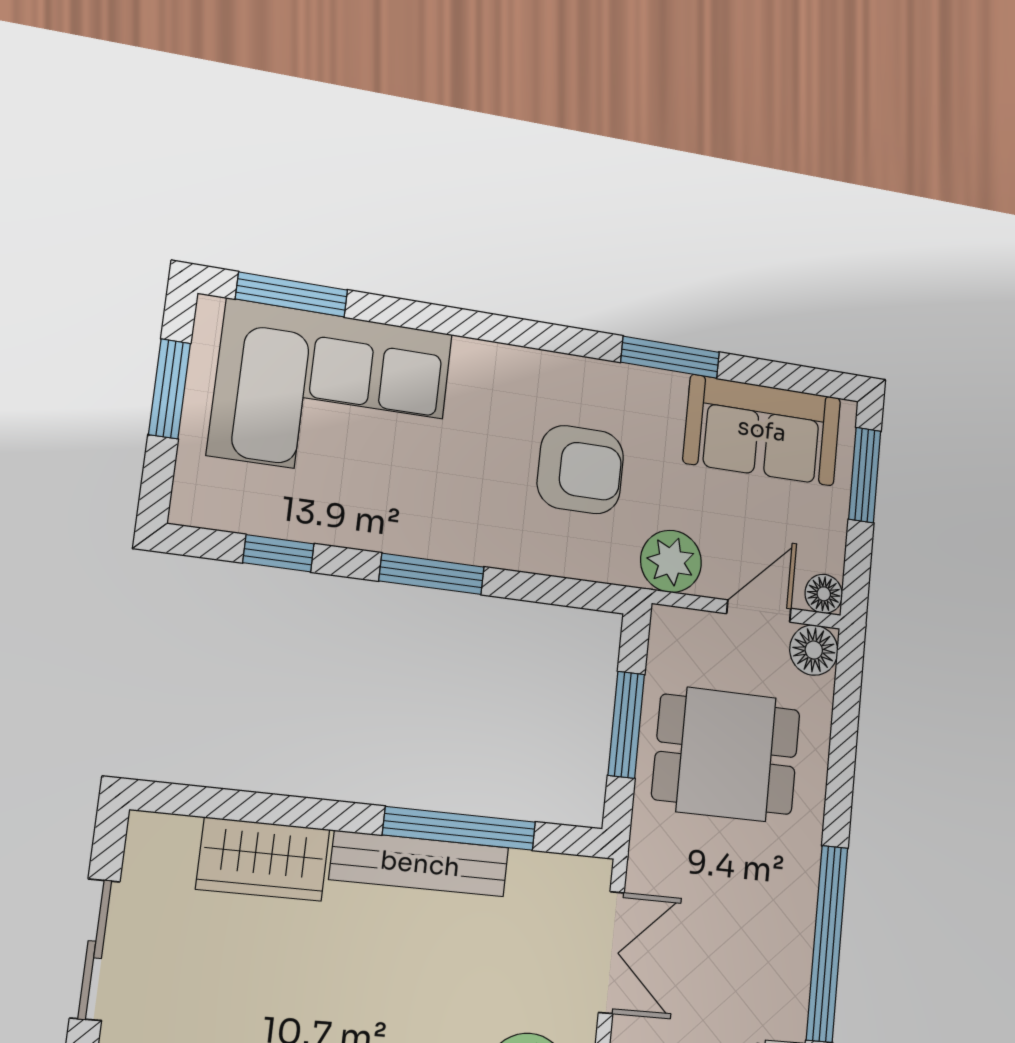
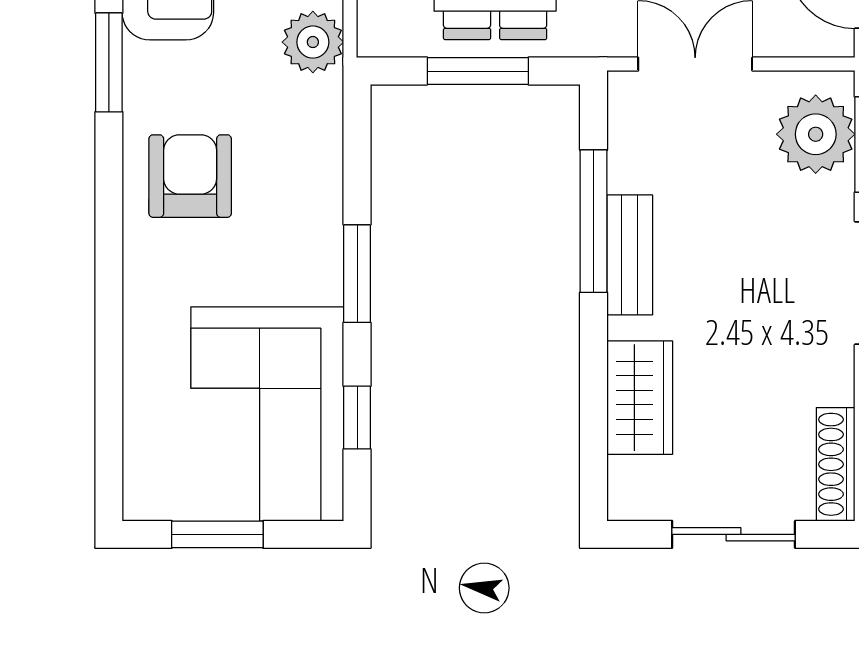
window: (292, 294) -> (109, 435), removed
corner sofa: (331, 394) -> (267, 414), moved, turned 180
armchair: (580, 470) -> (190, 176), moved
bench: (420, 864) -> (630, 255), width x0.73

